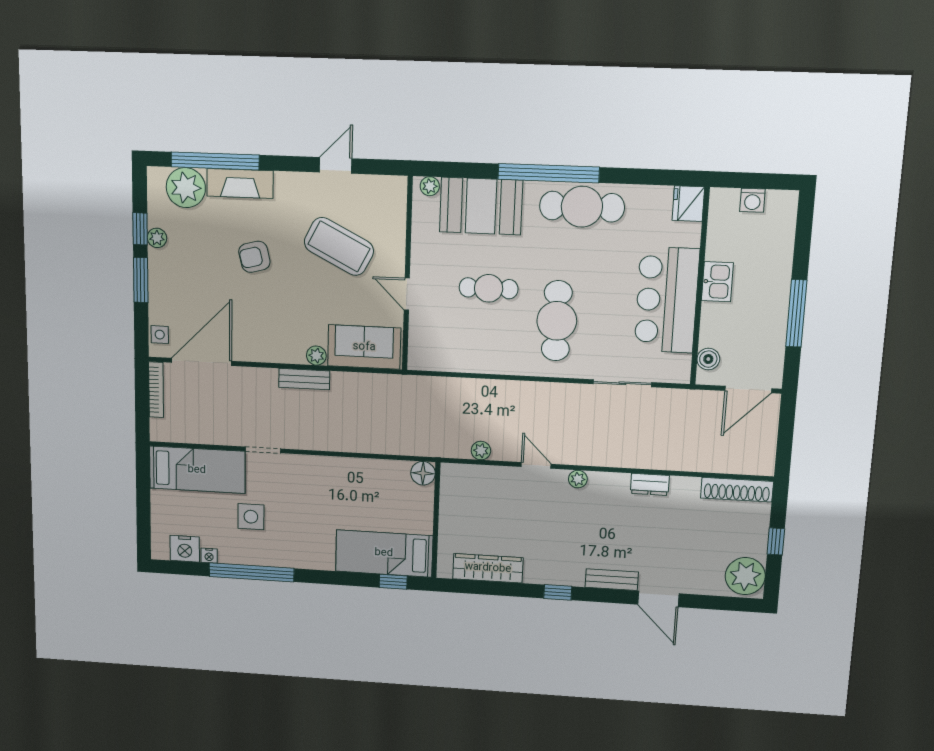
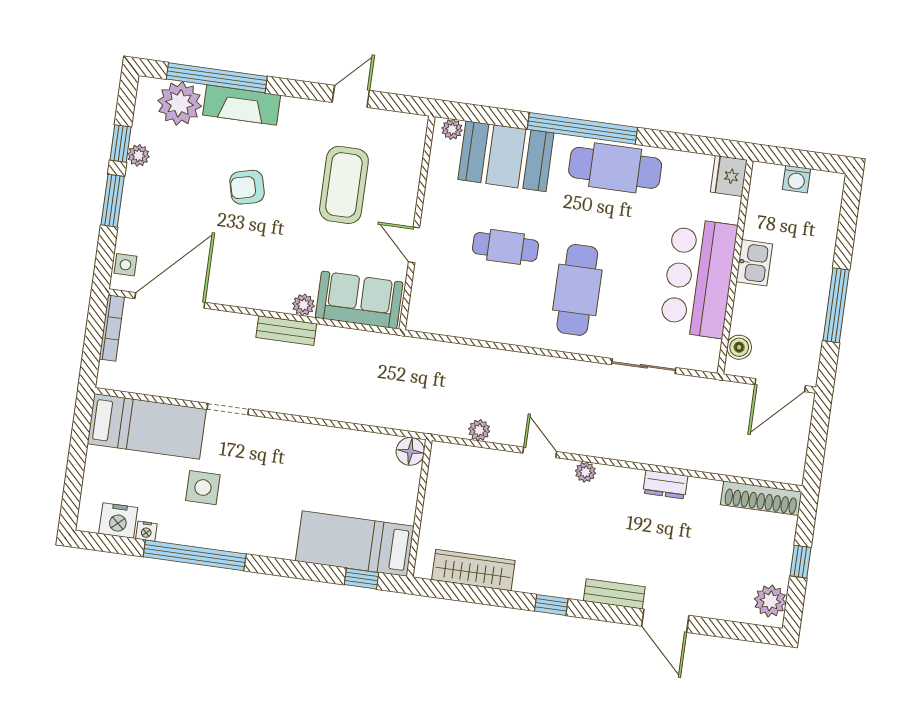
coffee table: (339, 246) -> (344, 185), turned 63
plant: (745, 576) -> (770, 601), width x0.73, depth x0.73

